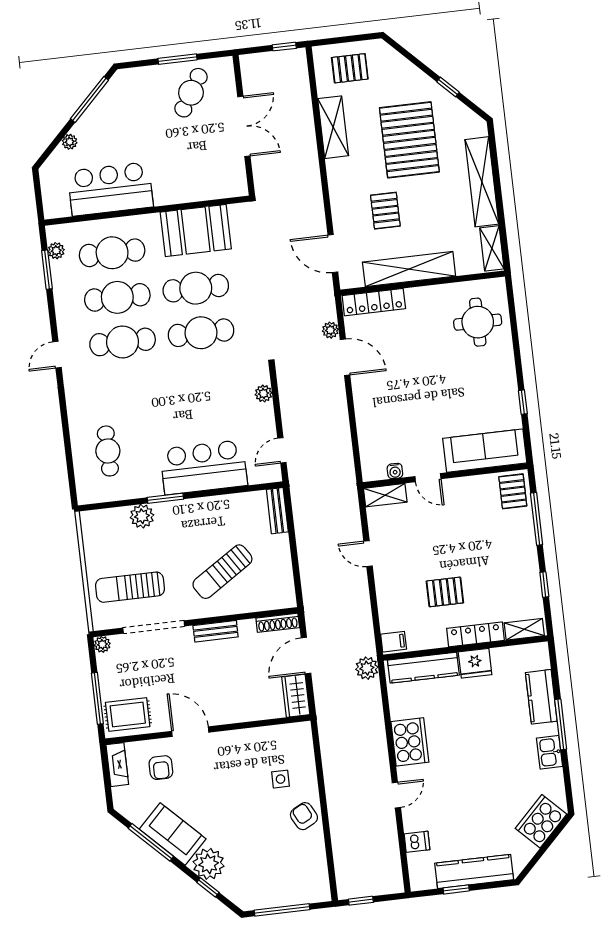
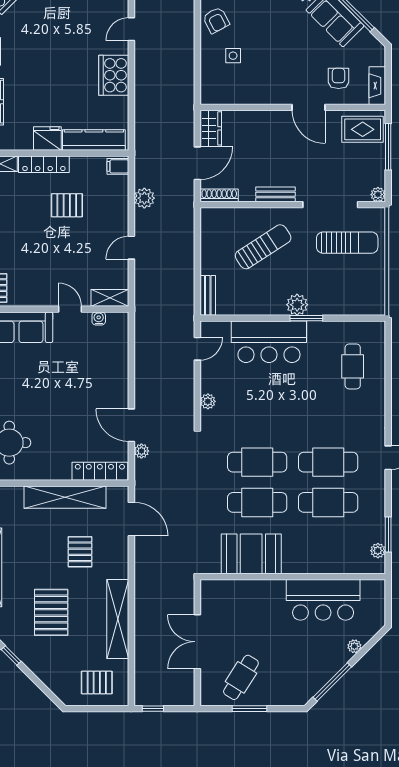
shelving: (333, 127) -> (118, 619), width x1.47
pallet: (409, 140) -> (51, 612), width x0.73, depth x0.71
cafe table: (112, 253) -> (328, 543), removed
plant: (142, 516) -> (297, 305), moved
door: (368, 554) -> (131, 248), swing flipped
plant: (367, 668) -> (144, 198), moved

